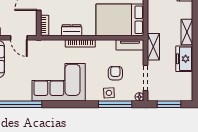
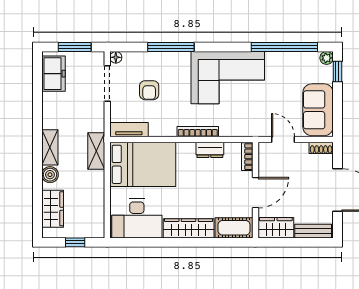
boiler: (187, 12) -> (50, 175), added
shelving: (153, 47) -> (96, 151), moved
freezer: (184, 59) -> (53, 74), moved
side table: (109, 93) -> (158, 63), removed
window: (115, 104) -> (171, 47), moved

